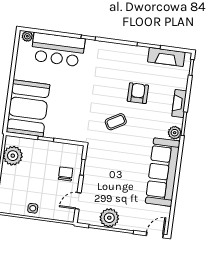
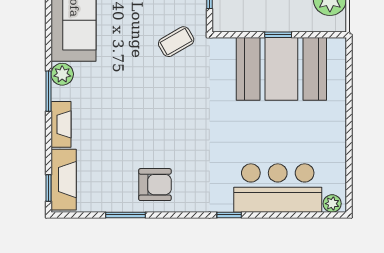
fireplace: (166, 57) -> (64, 180), moved, turned 90
armchair: (138, 93) -> (155, 185), moved, turned -90
booth: (28, 108) -> (281, 69), moved, turned 90
coffee table: (116, 122) -> (176, 42), moved

